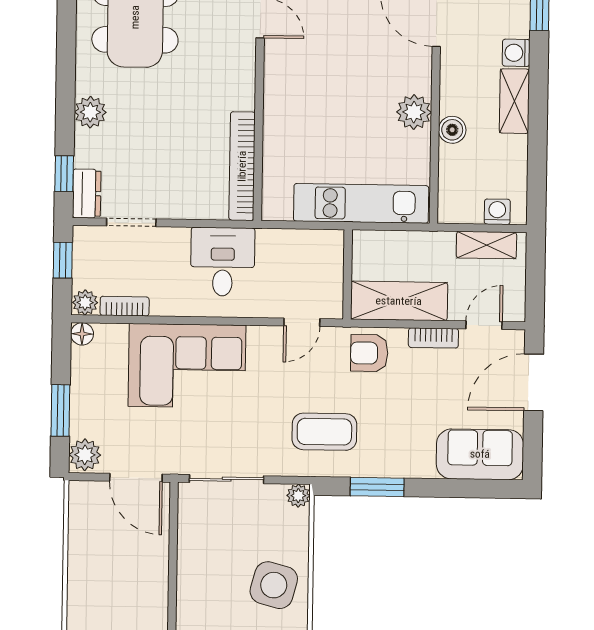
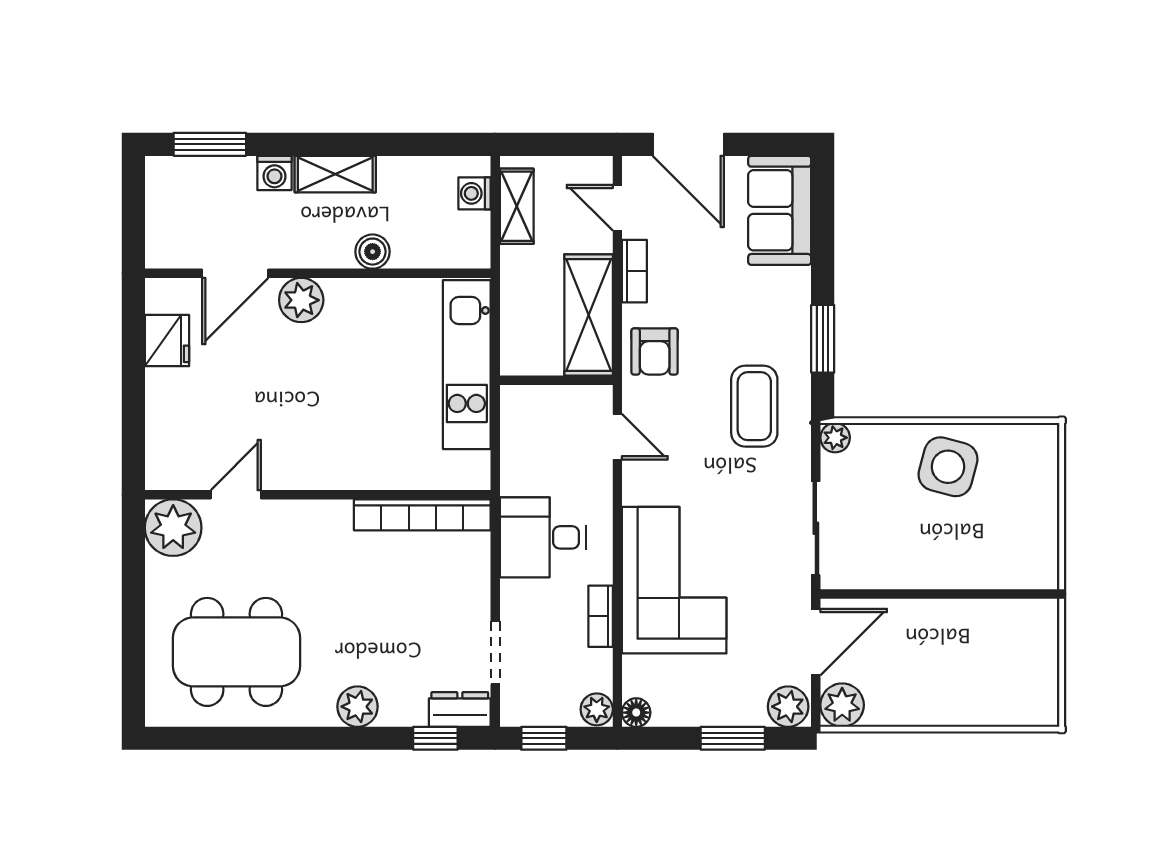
plant: (414, 112) -> (301, 300), moved
bookcase: (125, 306) -> (601, 616), moved
plant: (85, 498) -> (842, 705), added

